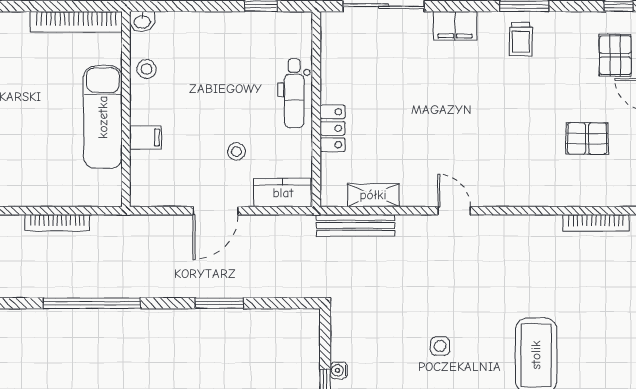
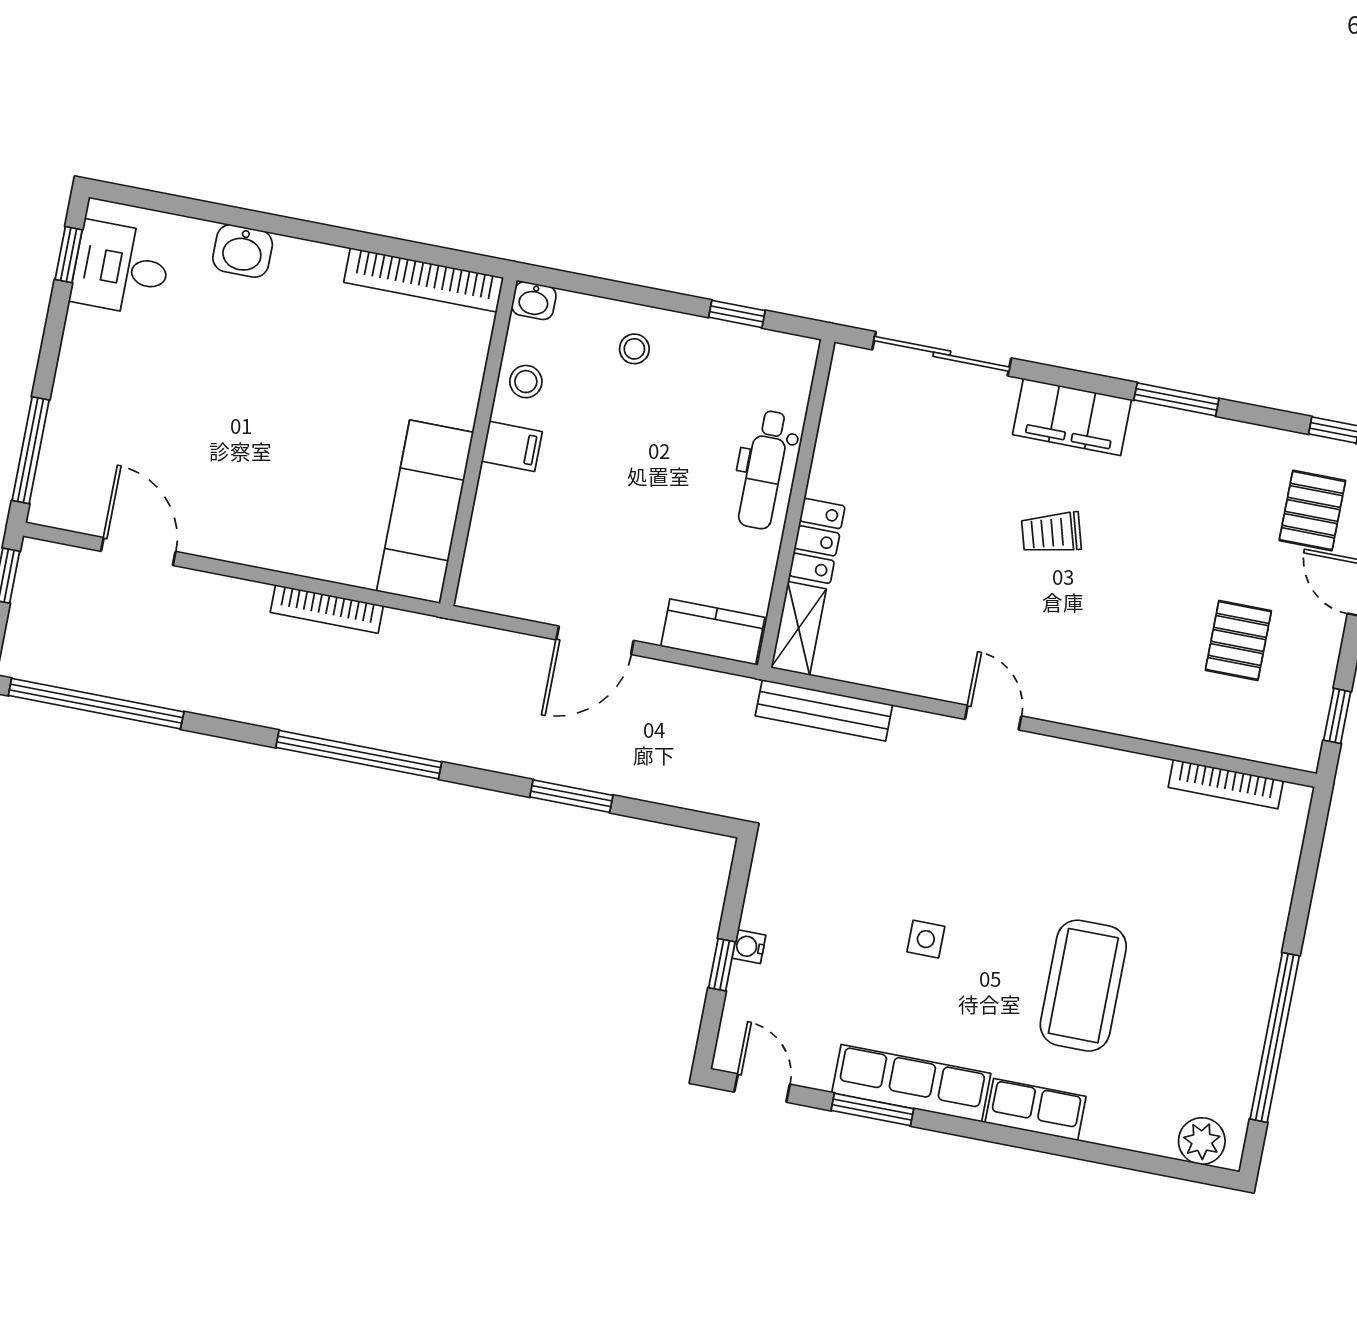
filing cabinet: (455, 26) -> (1072, 417), width x1.50, depth x1.17
trolley: (521, 39) -> (1051, 533), moved, turned 74
exam couch: (103, 117) -> (425, 512), moved
filing cabinet: (146, 137) -> (512, 446), moved
pallet: (587, 138) -> (1238, 640), turned 90
stool: (236, 152) -> (634, 349), moved
shelving: (373, 195) -> (799, 628), moved, turned 90

